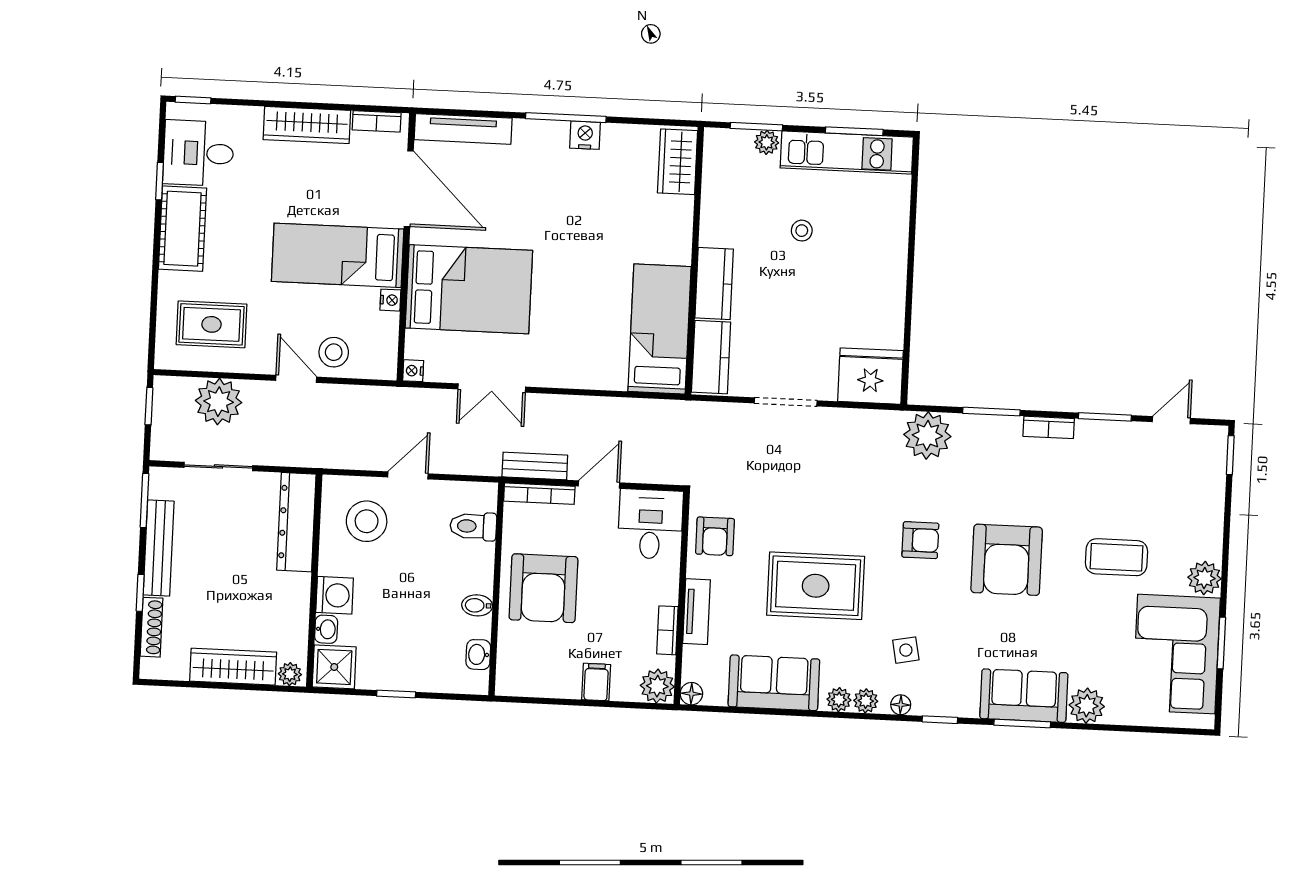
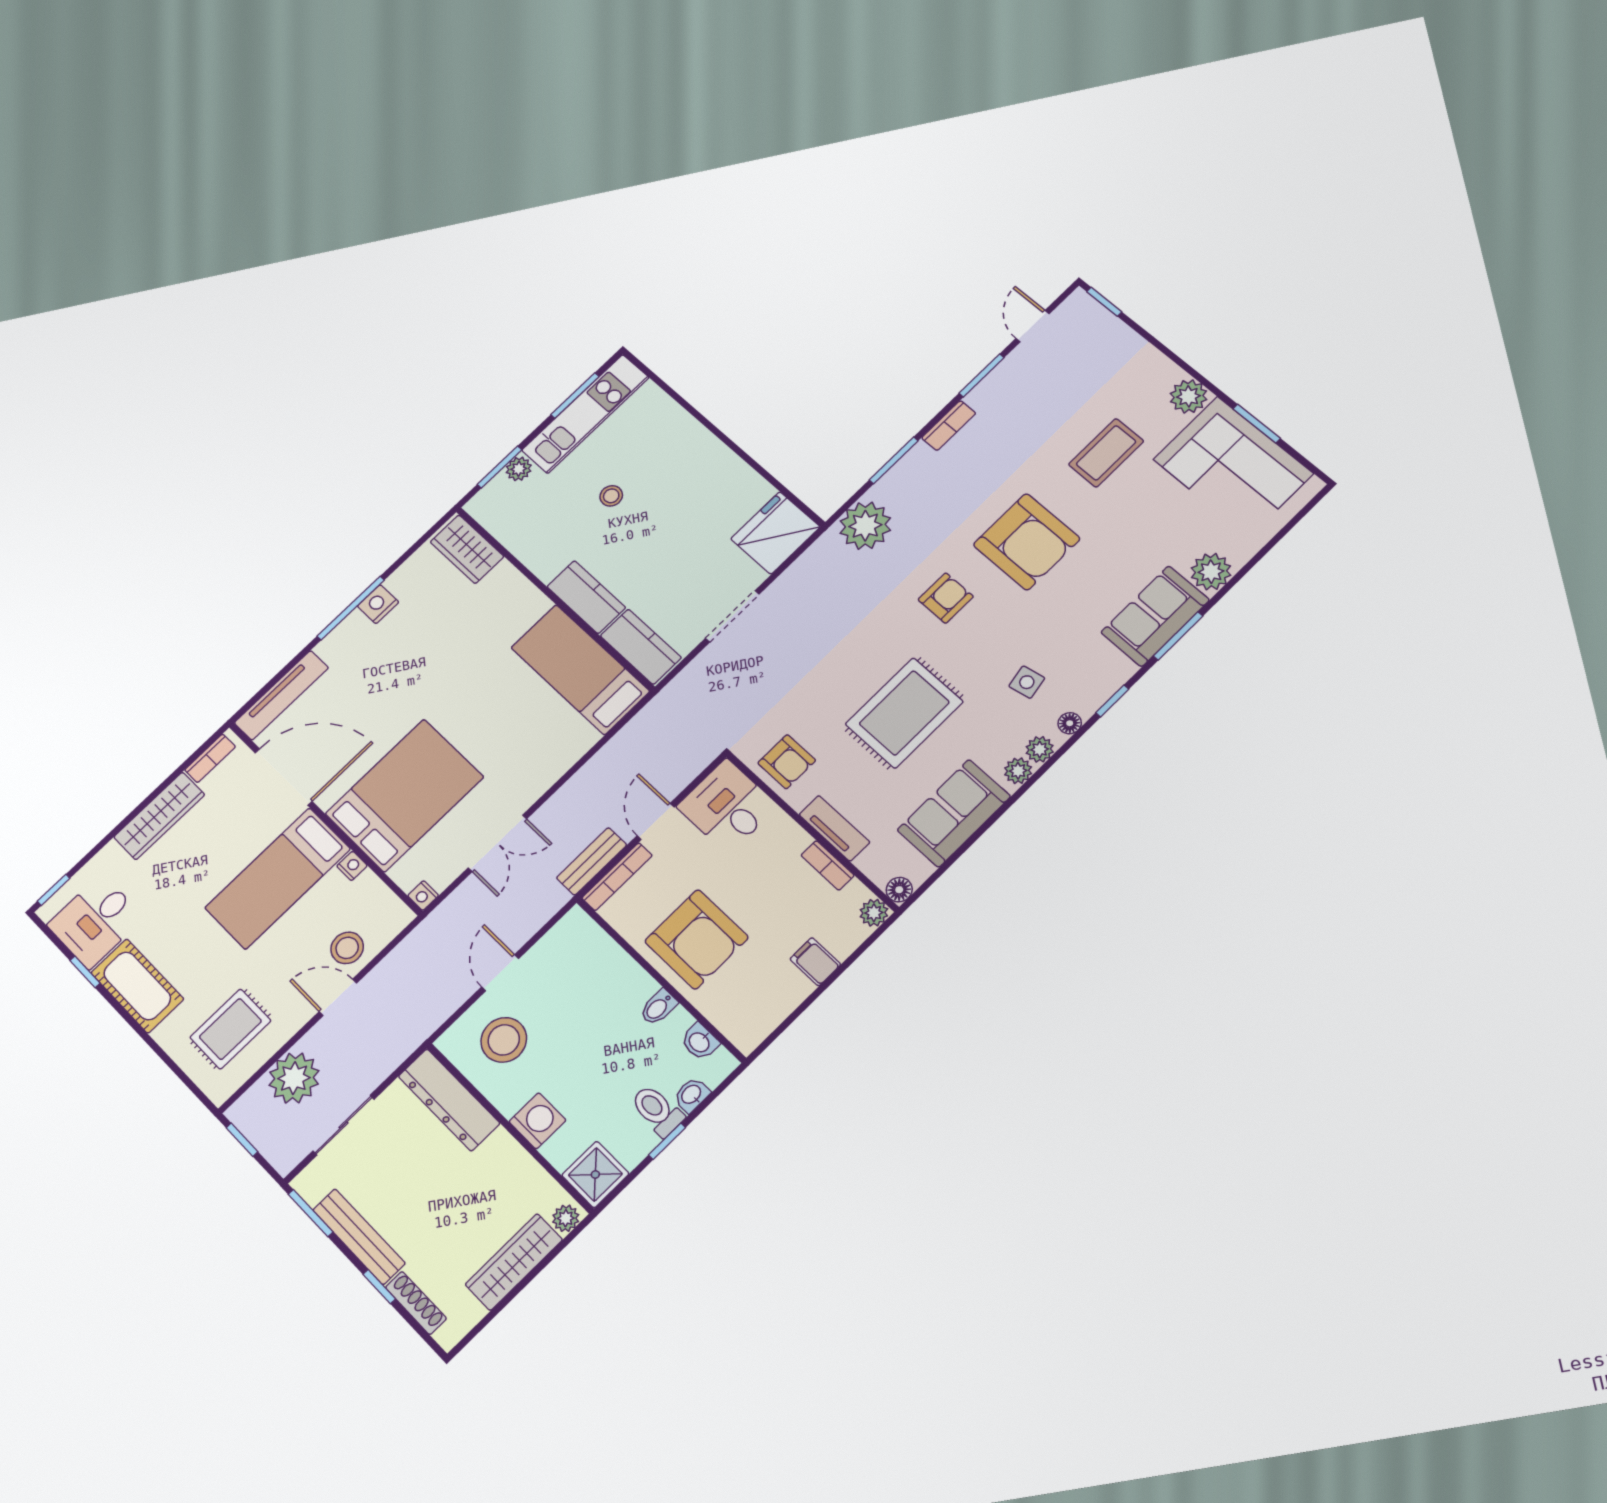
toilet: (473, 526) -> (657, 1110), moved, turned 90
washbasin: (326, 629) -> (692, 1095), moved, turned -90
plant: (657, 686) -> (874, 913), width x0.73, depth x0.73

